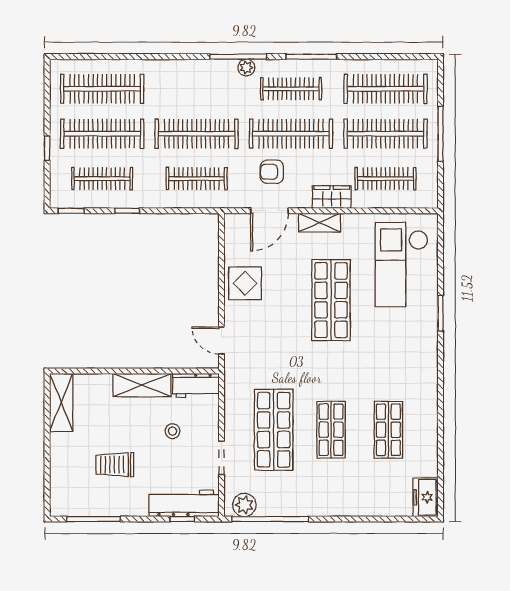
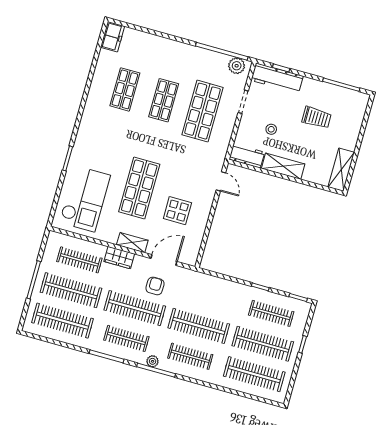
armchair: (272, 172) -> (155, 286), turned -90
clothes rail: (197, 179) -> (190, 356), moved
display table: (245, 283) -> (177, 211), moved

